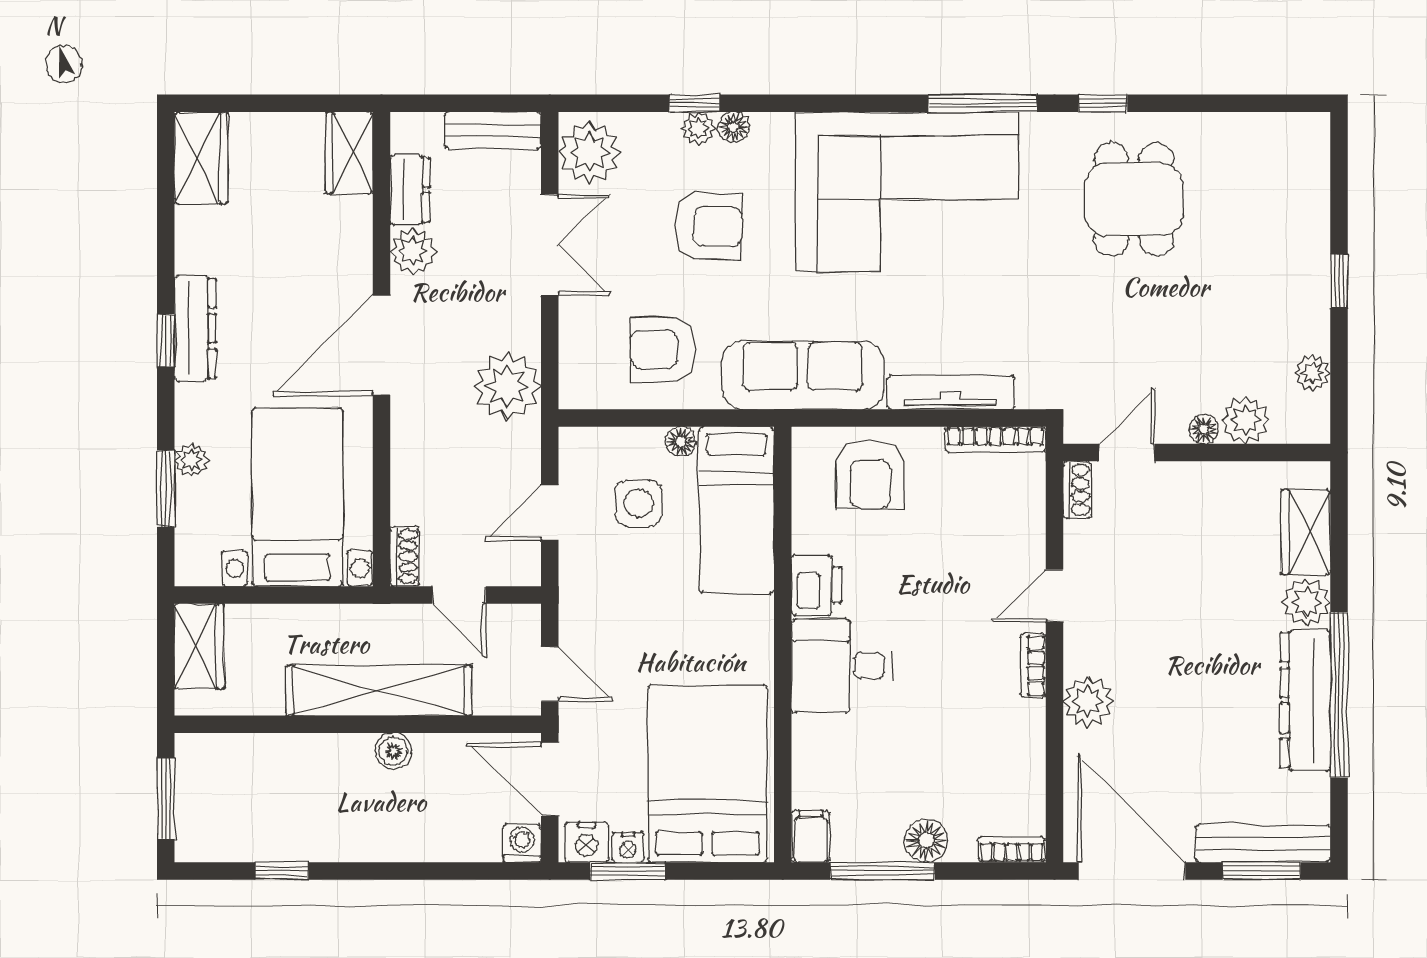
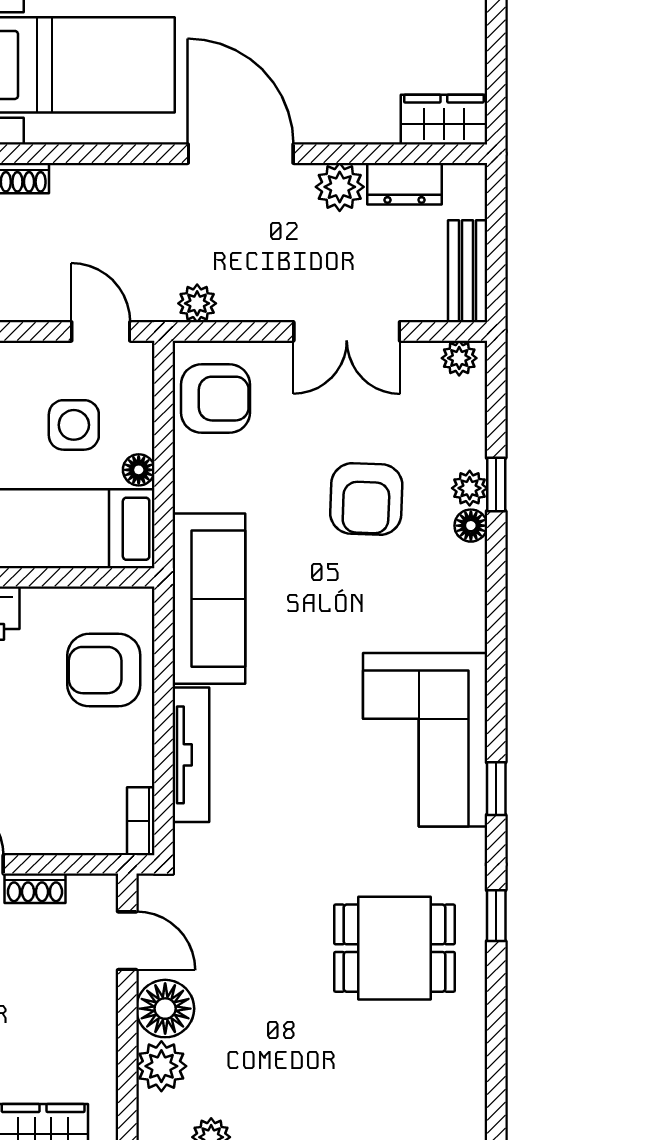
window: (983, 103) -> (496, 789), width x0.46
plant: (589, 153) -> (459, 358), width x0.53, depth x0.53
corner sofa: (907, 191) -> (425, 740), width x0.73, depth x0.74
armchair: (663, 350) -> (215, 399), moved, turned 90
plant: (507, 386) -> (197, 303), width x0.53, depth x0.53
floor lamp: (1204, 429) -> (165, 1009), width x1.89, depth x1.89
bookcase: (995, 440) -> (141, 821), width x0.64
shoe rack: (1077, 490) -> (35, 888), moved
door: (550, 513) -> (101, 331), moved

